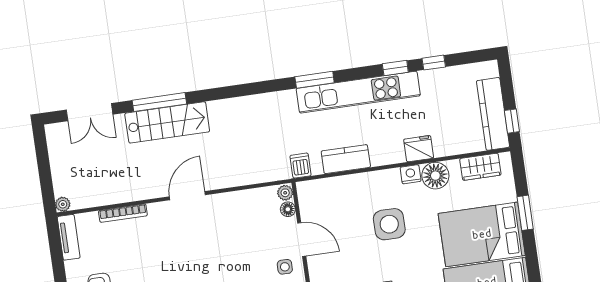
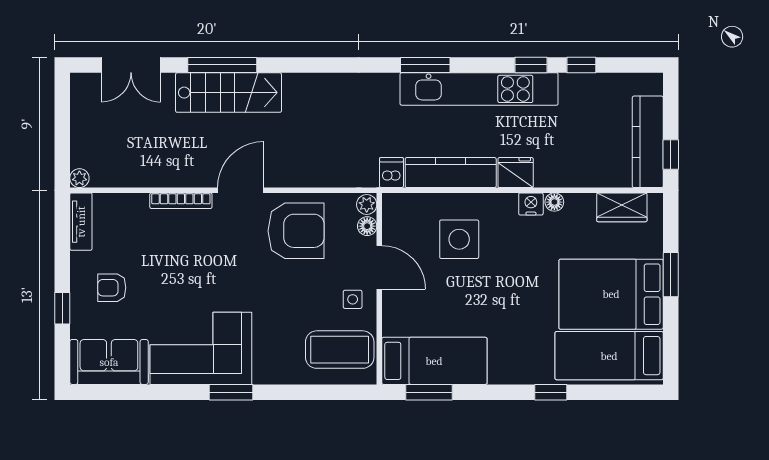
fridge: (419, 149) -> (516, 173), moved
kitchen counter: (346, 159) -> (451, 173), width x1.50
floor lamp: (435, 176) -> (554, 202), width x0.53, depth x0.53
bookcase: (123, 213) -> (181, 201), moved
armchair: (234, 221) -> (296, 231), added
side table: (389, 224) -> (459, 239), moved

